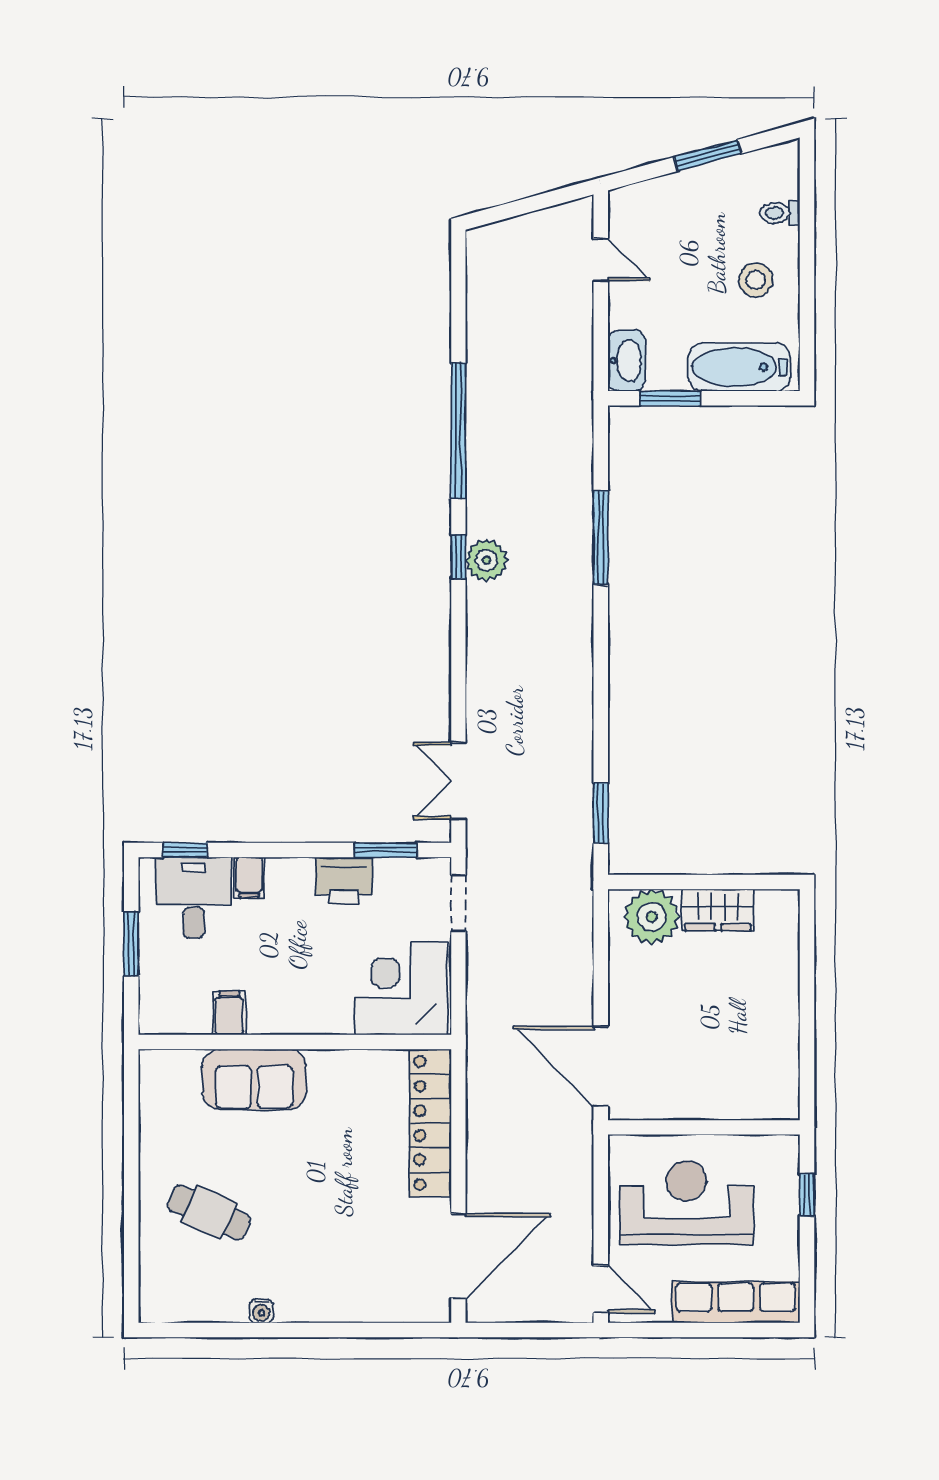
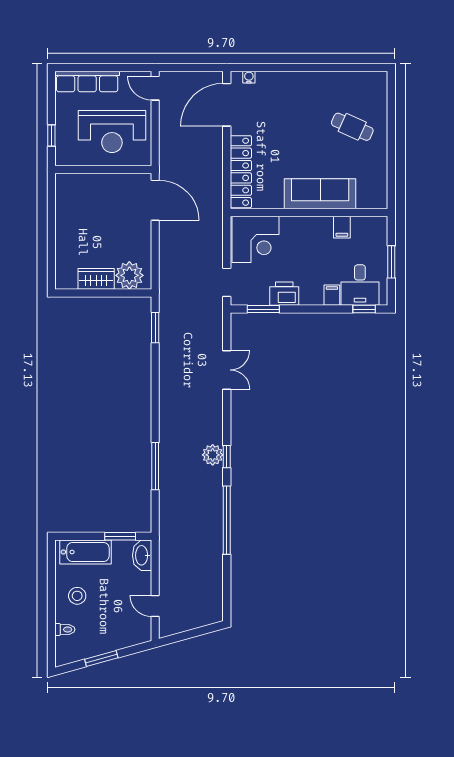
double door: (458, 781) -> (227, 370), moved
sofa: (254, 1079) -> (320, 194), width x1.36
water cooler: (261, 1311) -> (249, 77), moved

